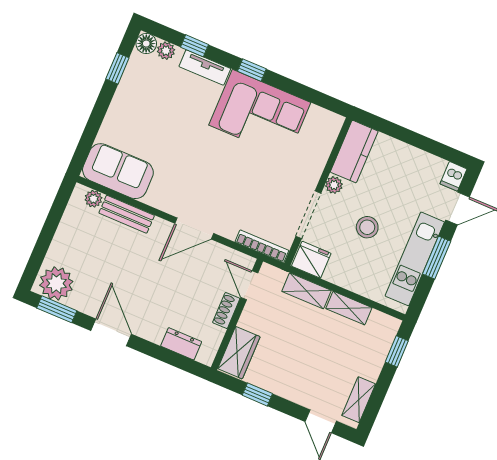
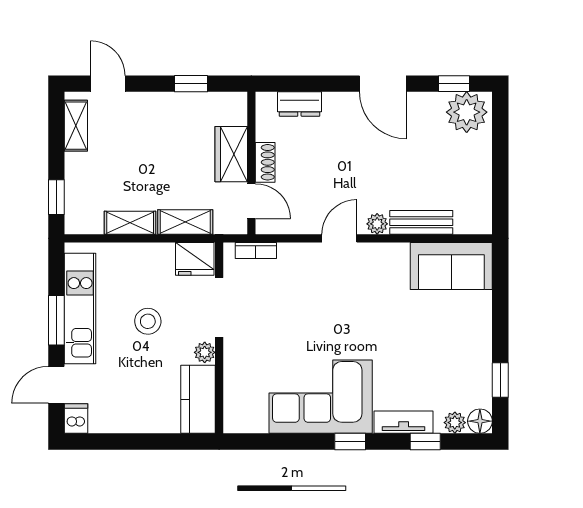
plant: (93, 199) -> (377, 224), moved
door: (194, 228) -> (339, 238), width x0.73
bookcase: (262, 246) -> (256, 251), width x0.64
window: (57, 309) -> (454, 84), width x0.67
wardrobe: (239, 353) -> (231, 154), moved

